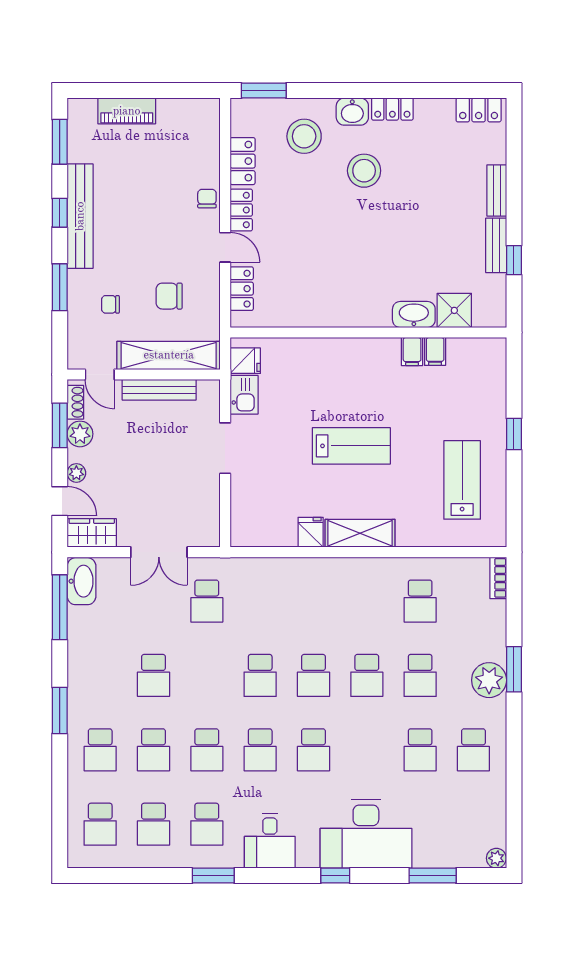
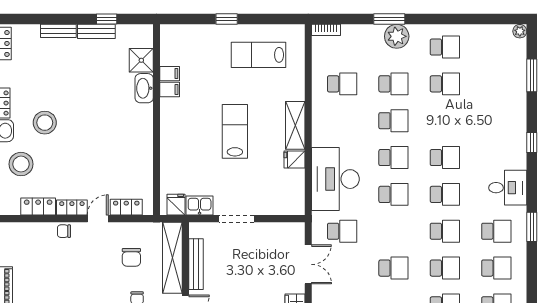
desk: (366, 834) -> (335, 179), moved, turned 180

